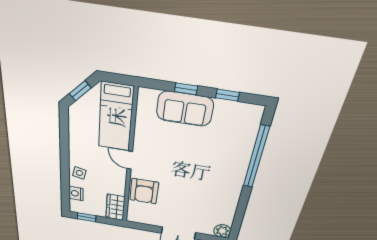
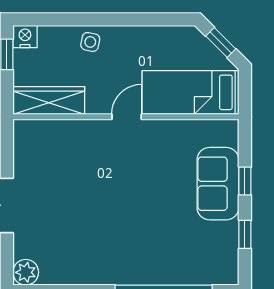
armchair: (144, 191) -> (76, 143), removed
nightstand: (76, 193) -> (25, 37), moved
wardrobe: (115, 207) -> (49, 101), width x1.50

